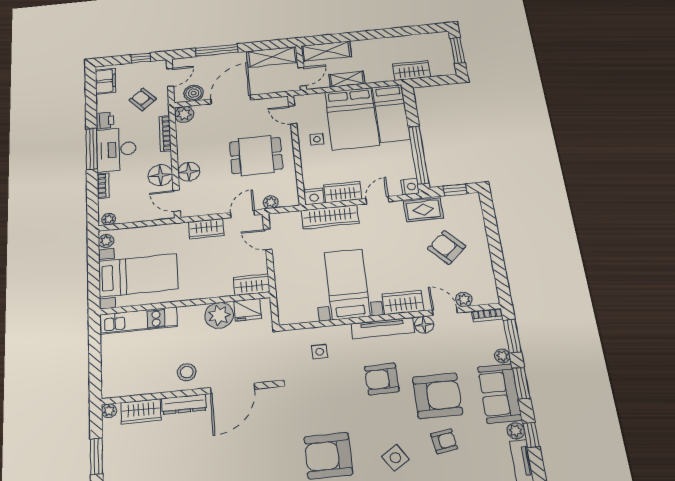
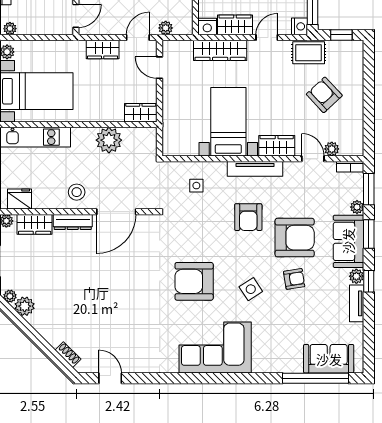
door: (177, 201) -> (76, 16), swing flipped
fridge: (248, 310) -> (20, 199), moved, turned 180
floor lamp: (424, 325) -> (292, 170), removed
armchair: (382, 379) -> (248, 217), turned -89

